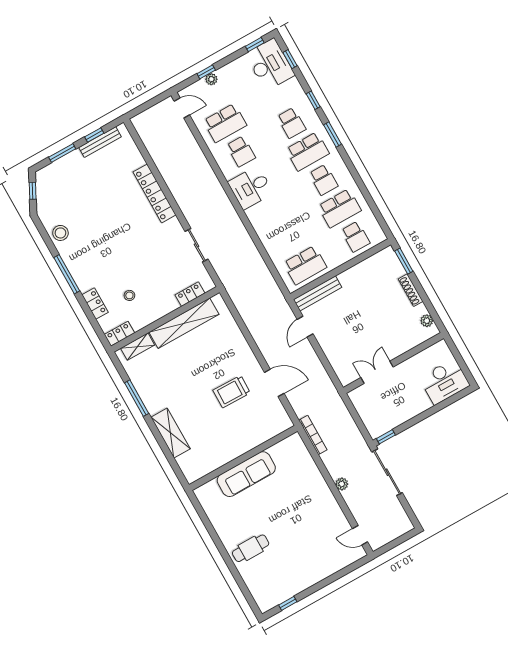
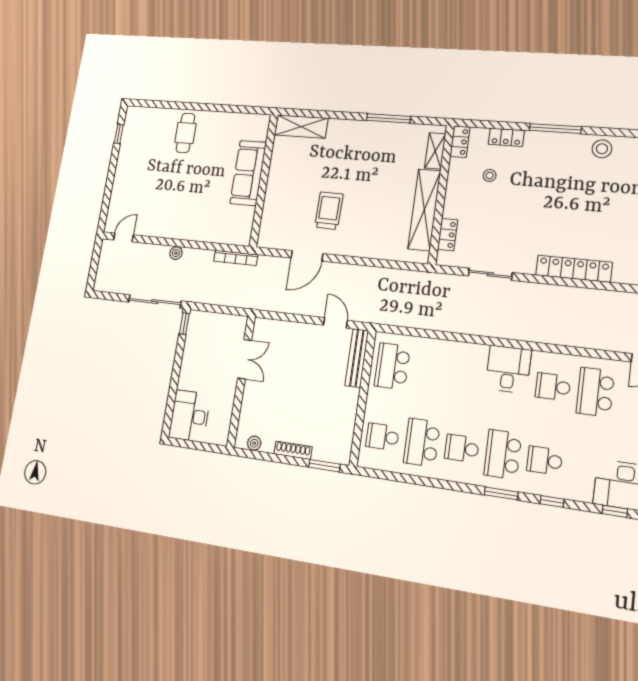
shelving: (171, 433) -> (301, 127), moved

